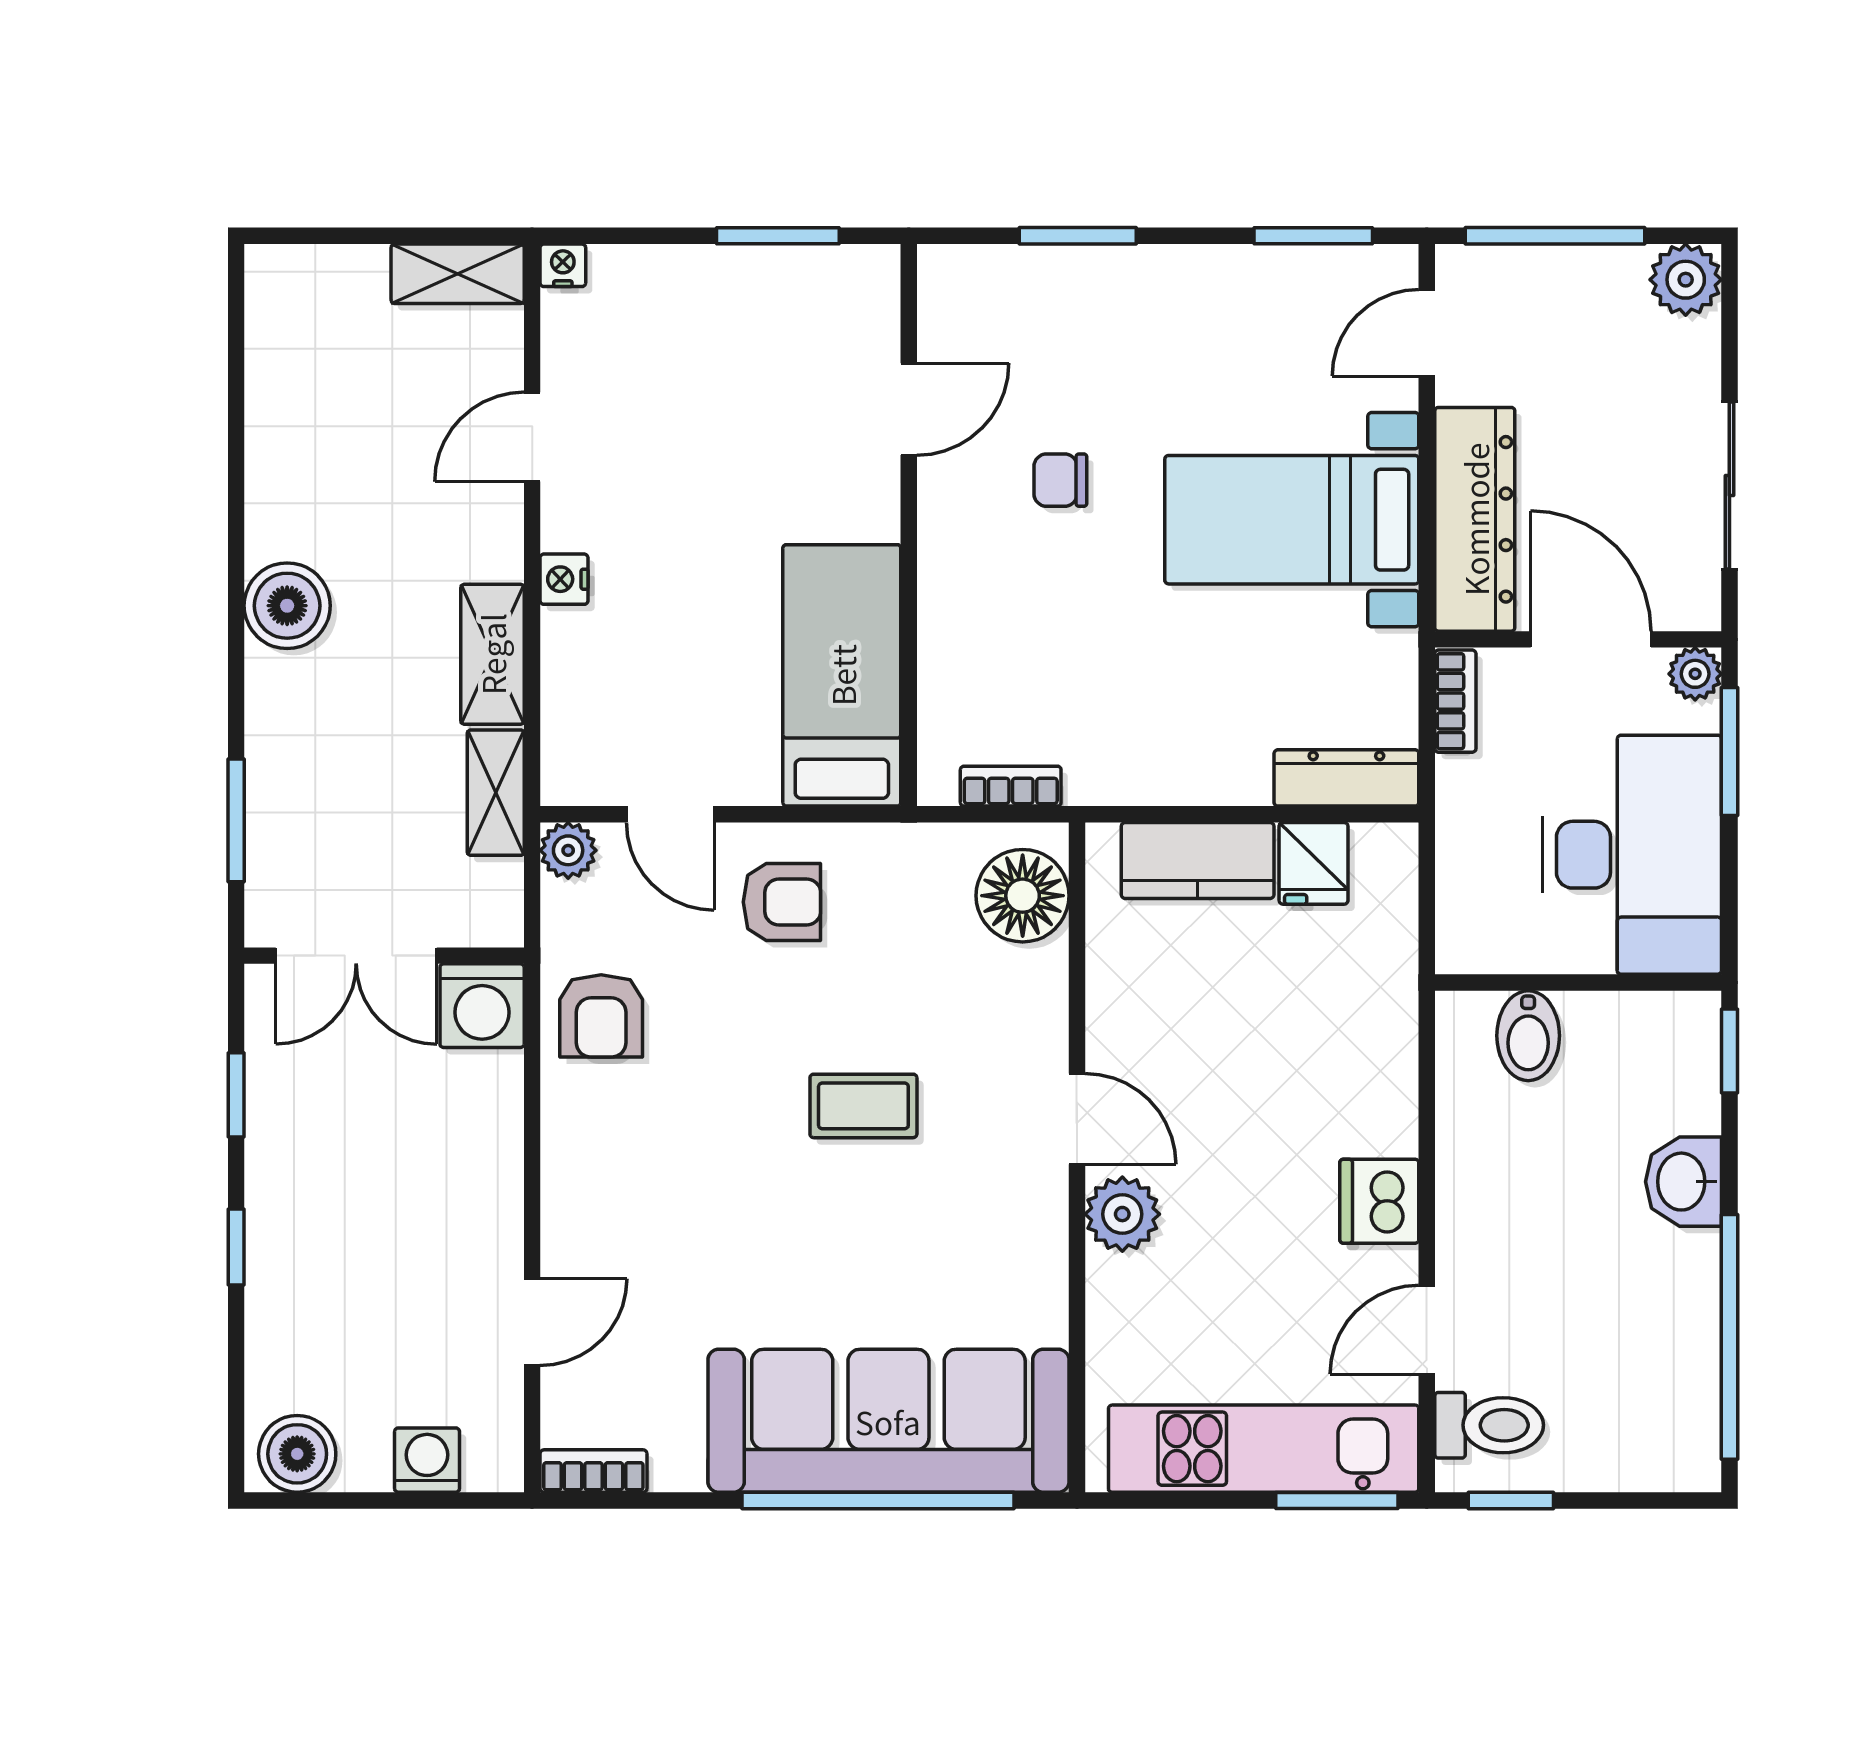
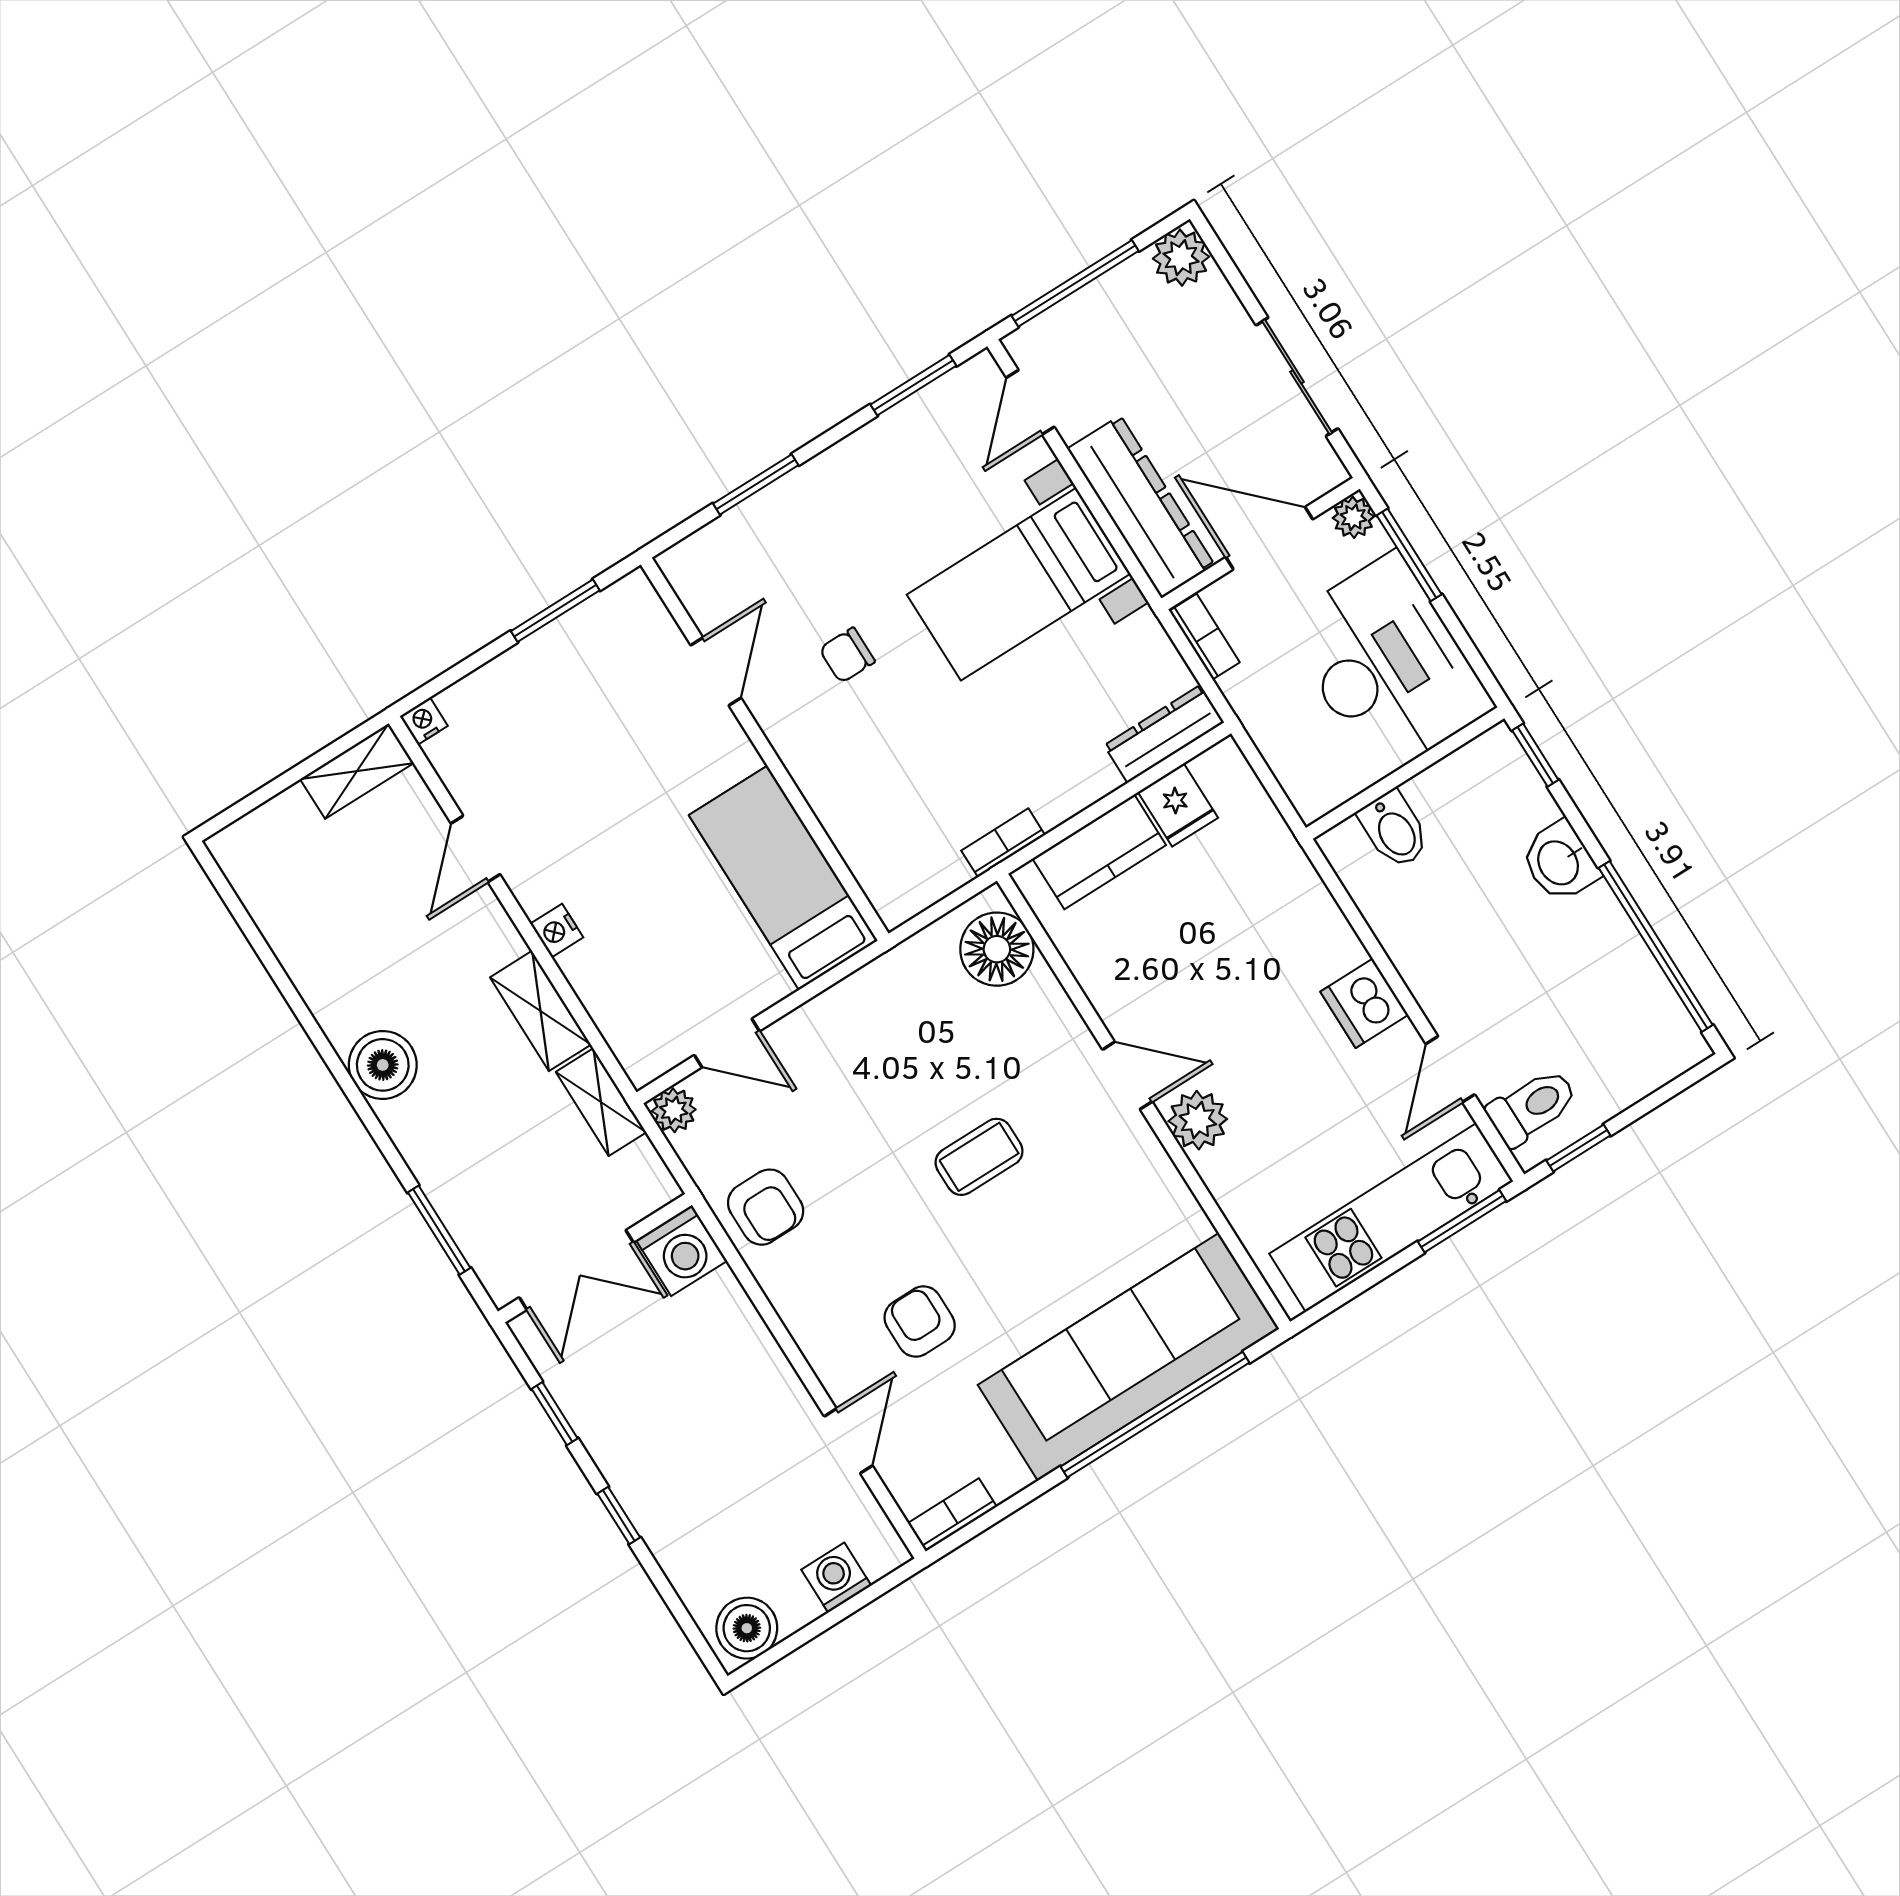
bookcase: (1011, 786) -> (1003, 843), moved
armchair: (782, 902) -> (920, 1322), moved, turned -90

